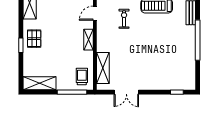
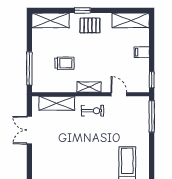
exercise bike: (124, 19) -> (93, 111), moved
trolley: (82, 76) -> (64, 63), moved
shelving: (40, 83) -> (51, 20), moved, turned 90

